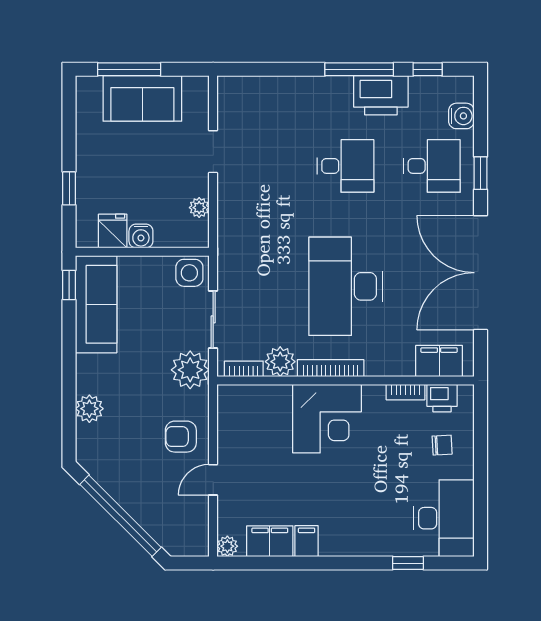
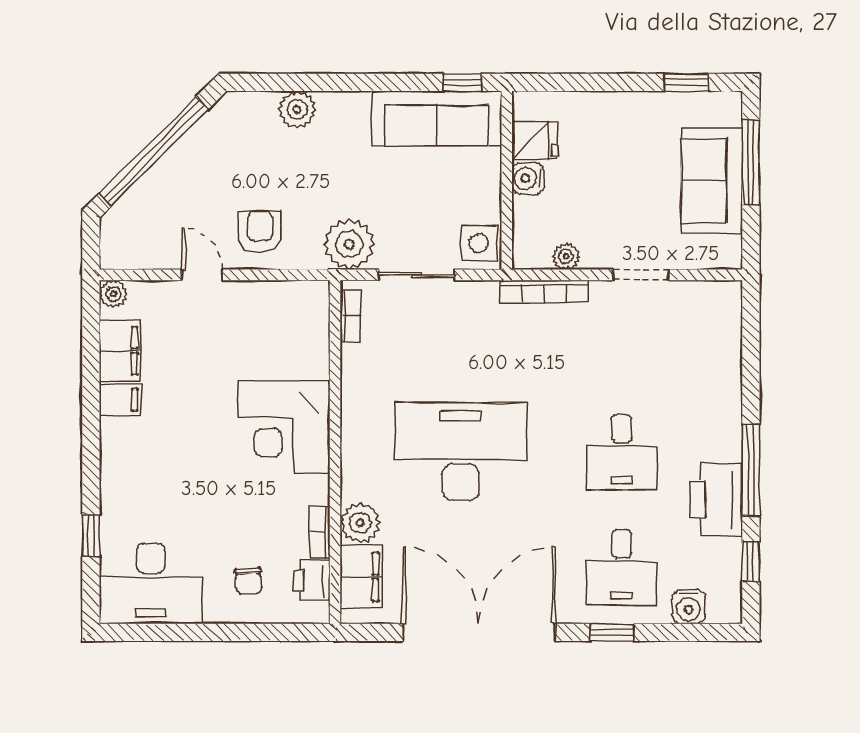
window: (69, 188) -> (686, 82), moved
plant: (280, 362) -> (360, 523), moved
bookcase: (331, 368) -> (544, 291), moved, turned 90

